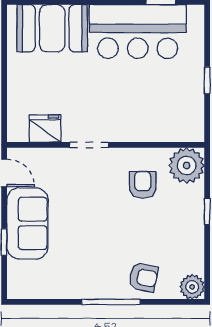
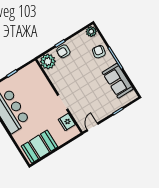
booth: (52, 28) -> (39, 147), moved, turned 90
armchair: (143, 185) -> (63, 51), moved
sofa: (27, 223) -> (118, 81), moved, turned -90

